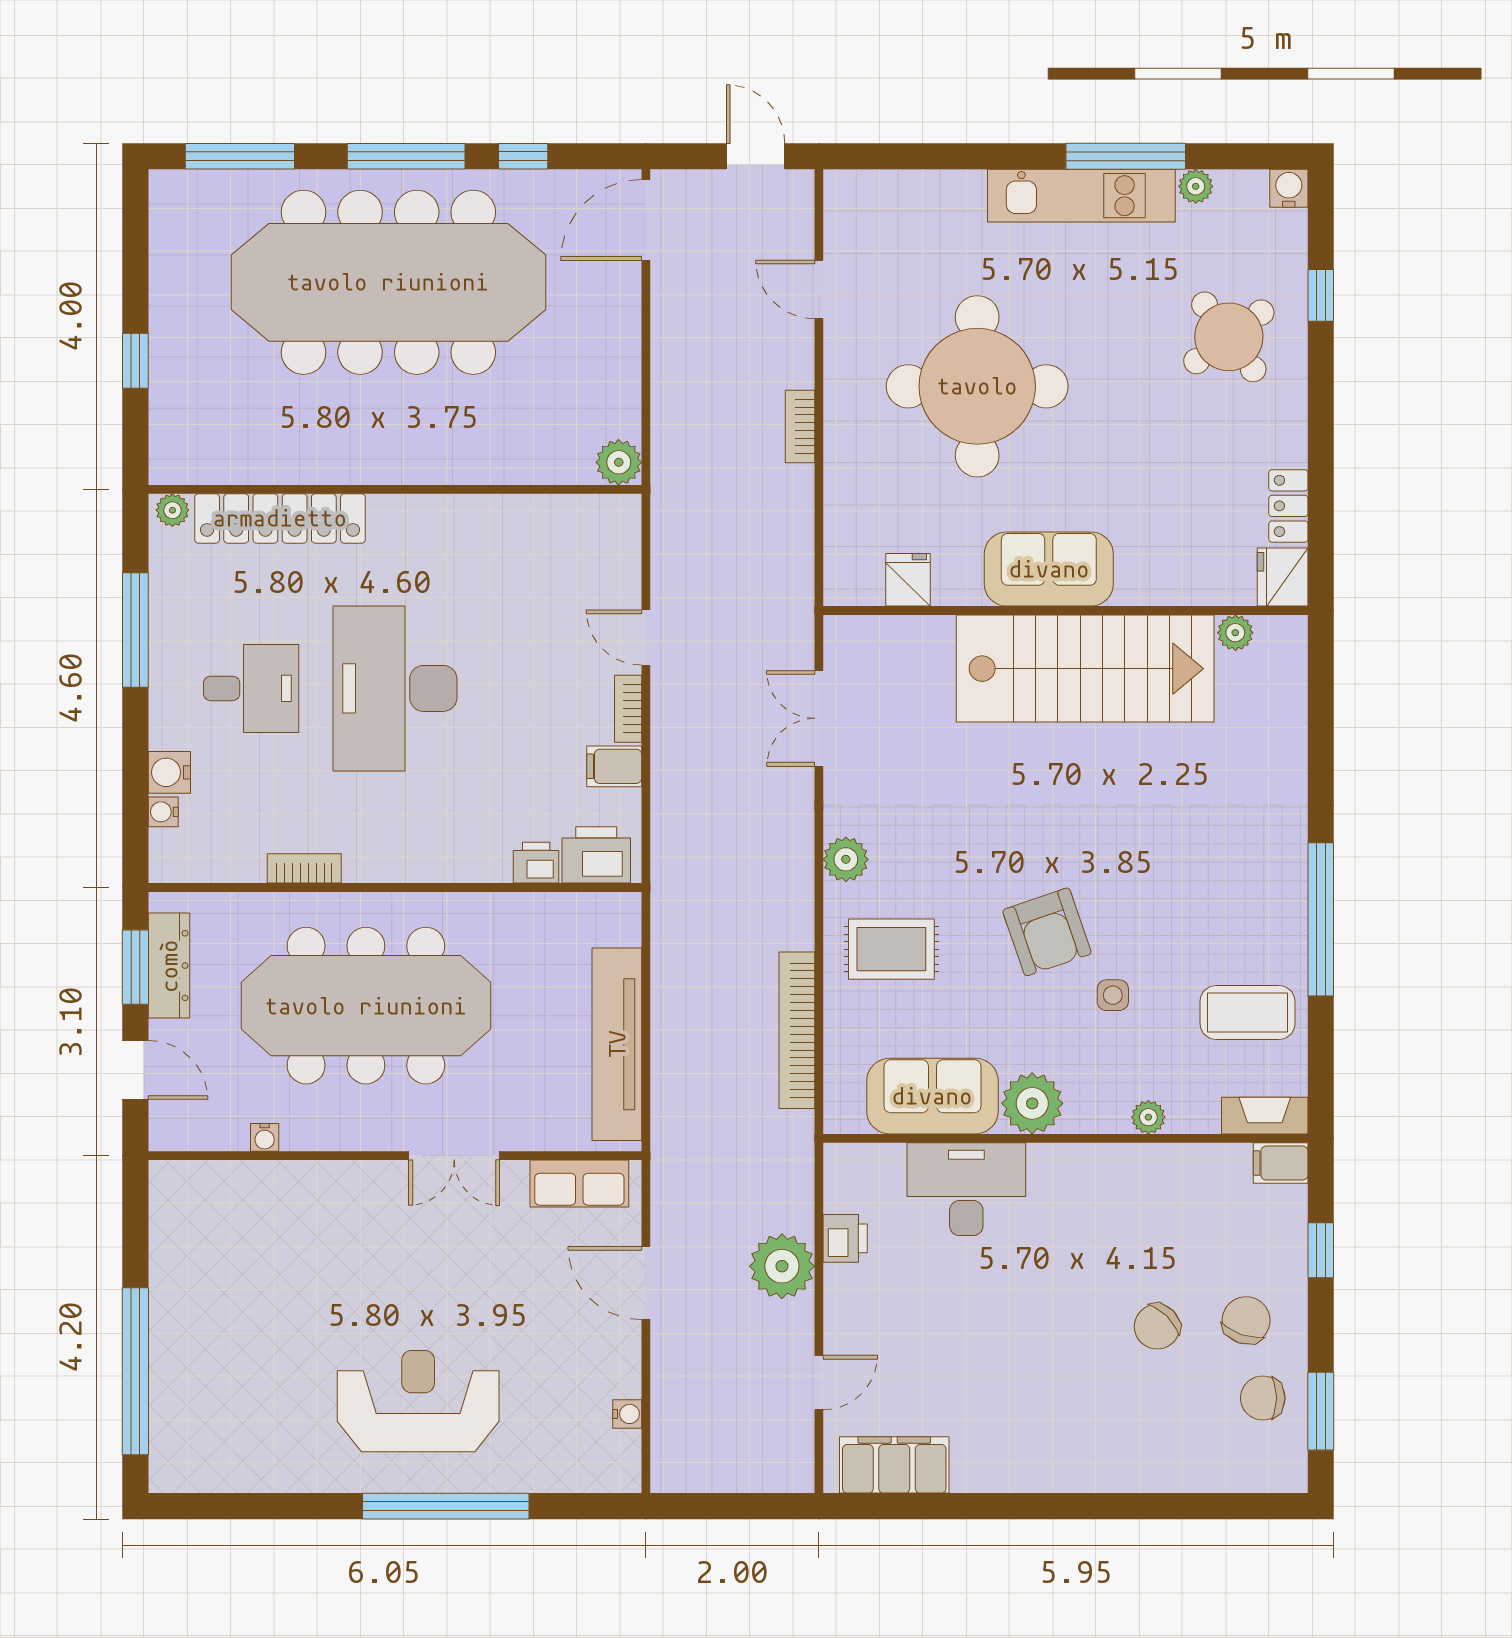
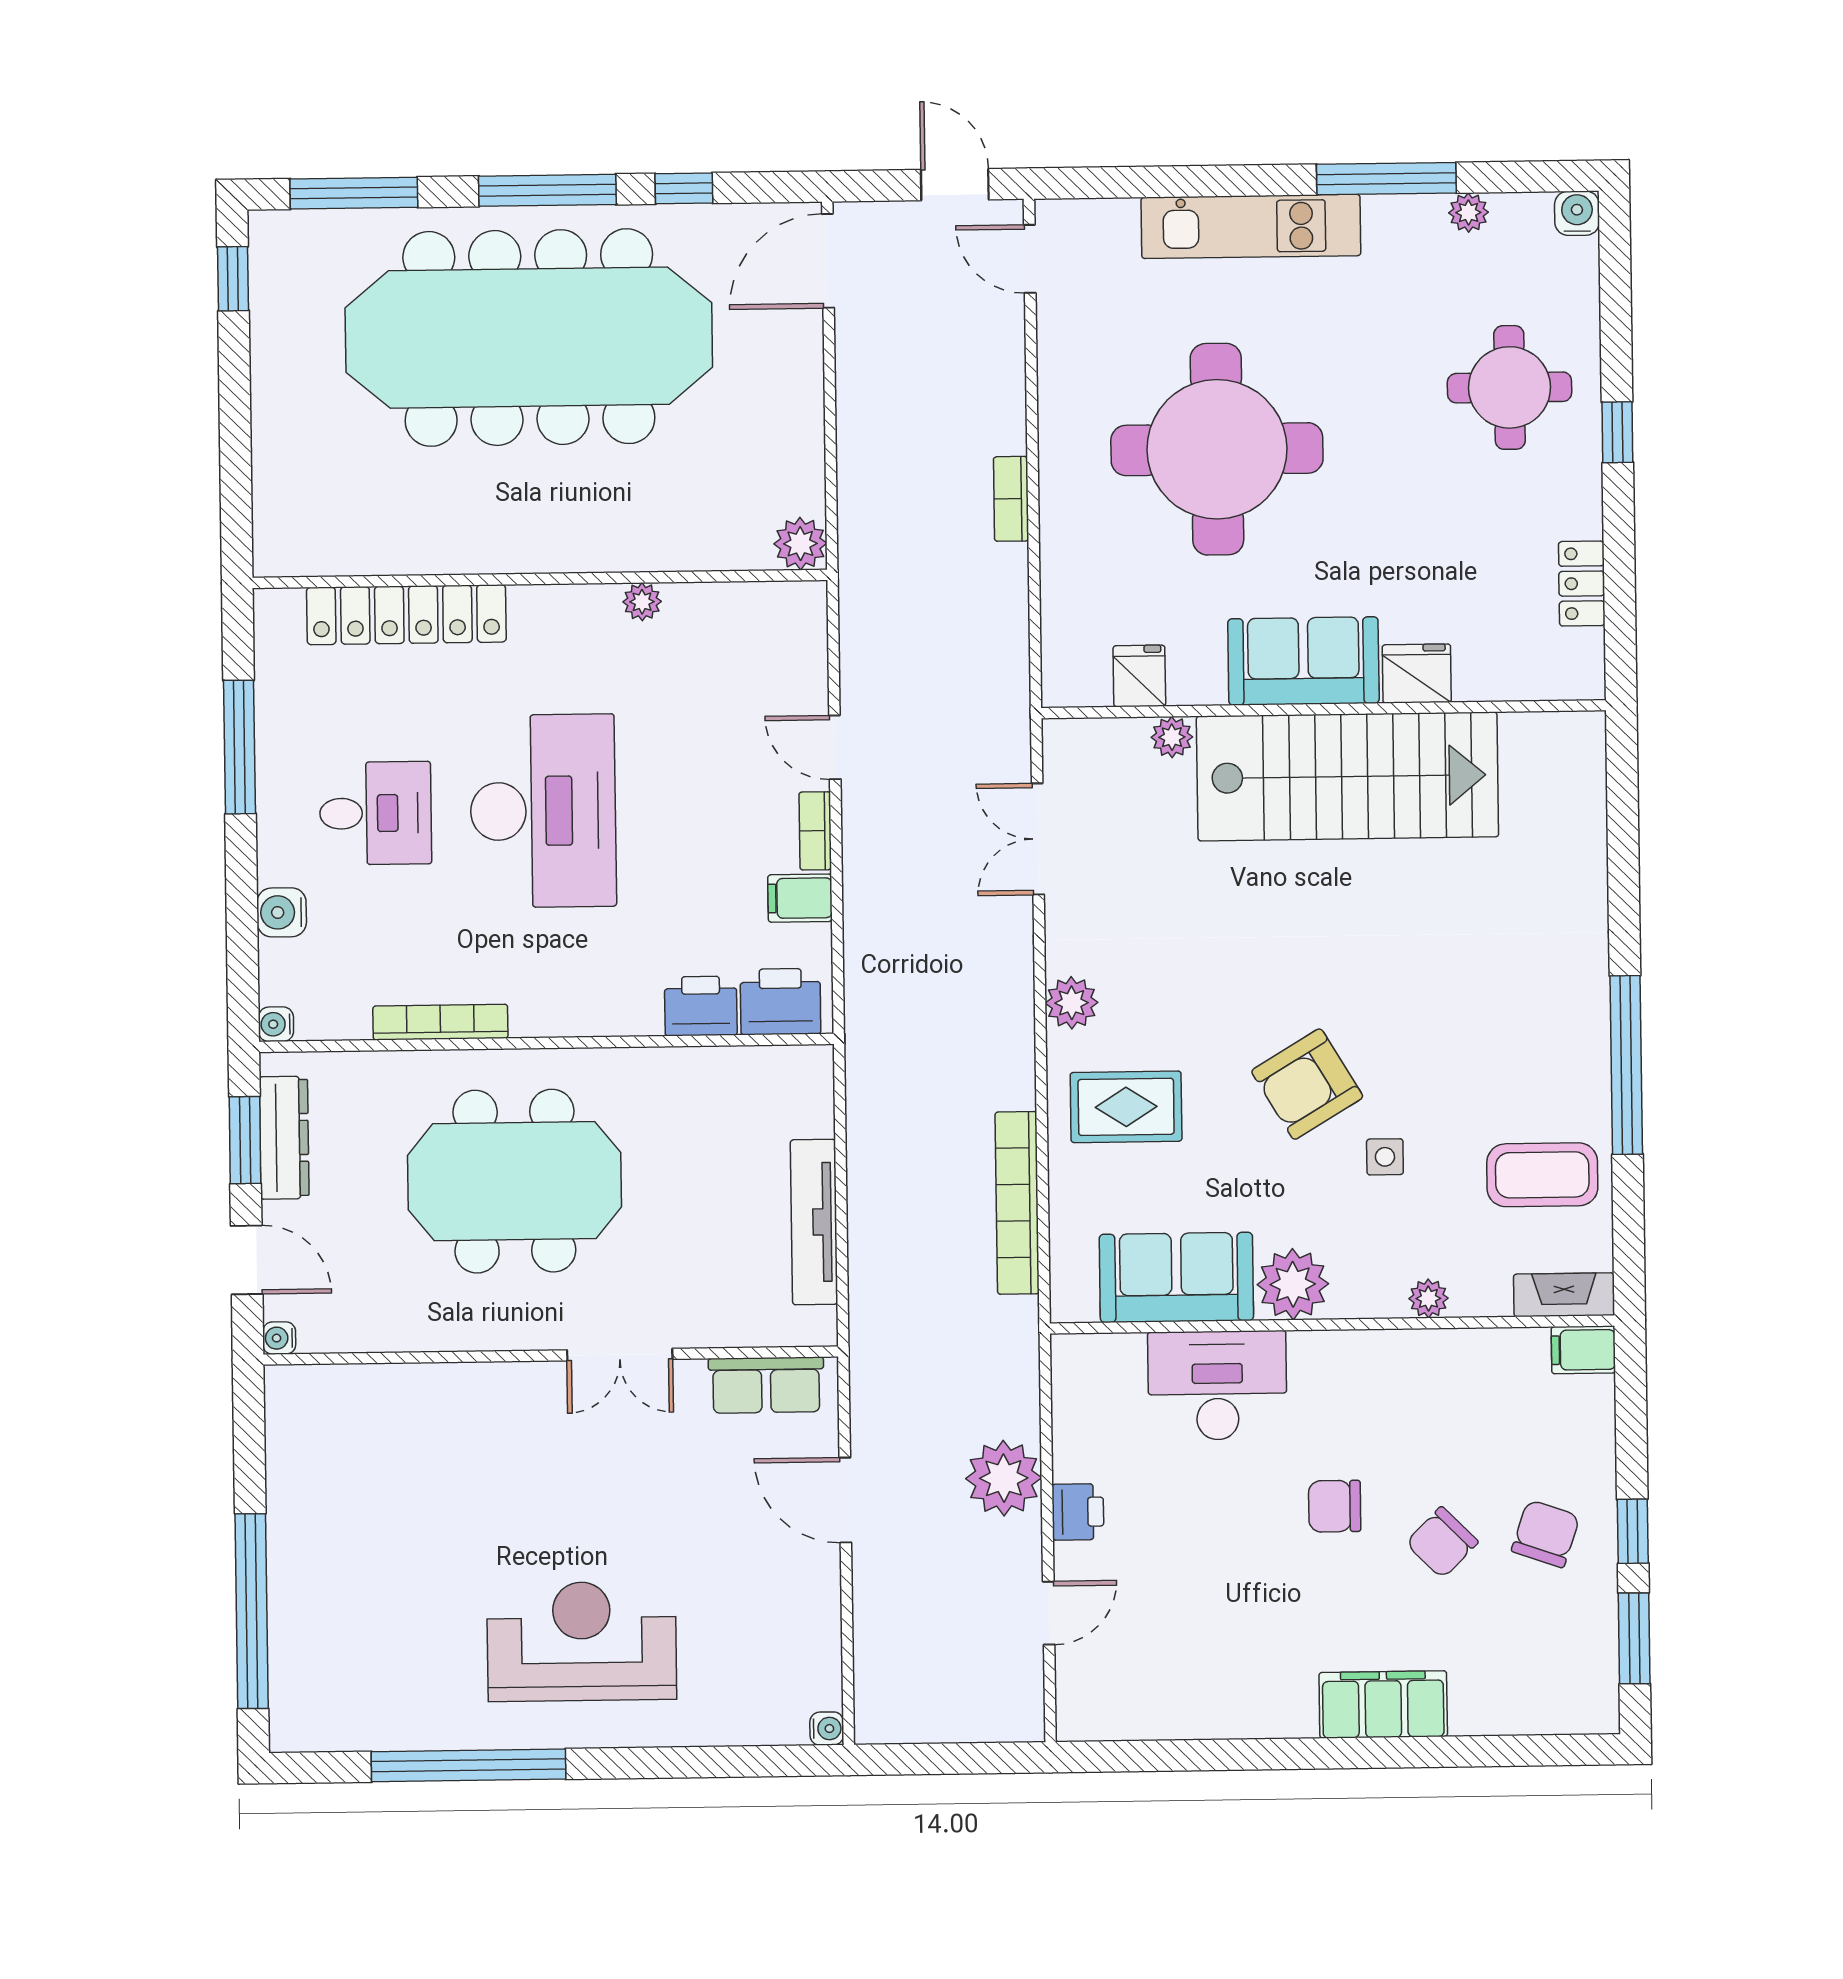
kitchen unit: (1081, 196) -> (1251, 226), moved
door: (819, 289) -> (1030, 259), moved
window: (1321, 295) -> (1617, 432), moved
round table: (1229, 337) -> (1510, 387), turned 37
window: (135, 361) -> (233, 279), moved
plant: (172, 510) -> (642, 602), moved
fridge: (1283, 577) -> (1417, 674), moved, turned 90
plant: (1235, 633) -> (1172, 737), moved
desk: (395, 688) -> (543, 811), turned 180
water cooler: (163, 812) -> (276, 1024), moved
printer: (536, 863) -> (701, 1006), width x1.36, depth x1.24
bookcase: (304, 868) -> (440, 1022), width x1.56
armchair: (1047, 932) -> (1307, 1084), turned 78
meeting table: (366, 1006) -> (514, 1181), width x0.73
tv unit: (617, 1044) -> (814, 1222), width x0.73, depth x0.78
water cooler: (265, 1137) -> (279, 1338), moved, turned 90
printer: (845, 1238) -> (1078, 1512), moved
window: (1321, 1250) -> (1633, 1531), moved
chair: (1263, 1398) -> (1335, 1506), moved
water cooler: (627, 1414) -> (827, 1729), moved
filing cabinet: (894, 1465) -> (1383, 1704), moved
window: (446, 1506) -> (469, 1765), moved

